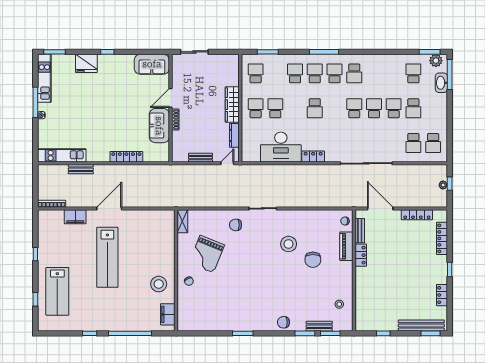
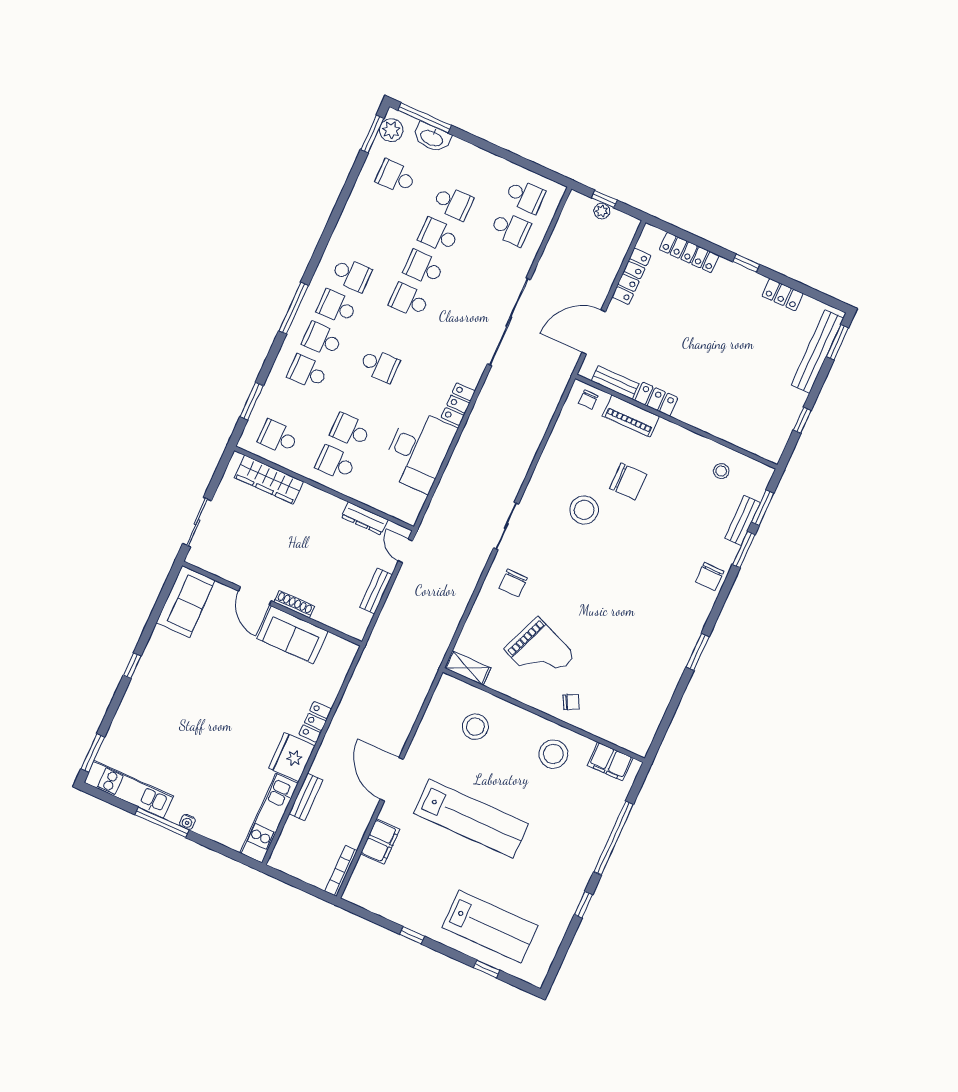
fridge: (86, 63) -> (292, 757), moved, turned 180
wardrobe: (232, 105) -> (269, 479), moved
locker: (126, 157) -> (315, 722), width x0.66
stool: (155, 239) -> (475, 727), added

